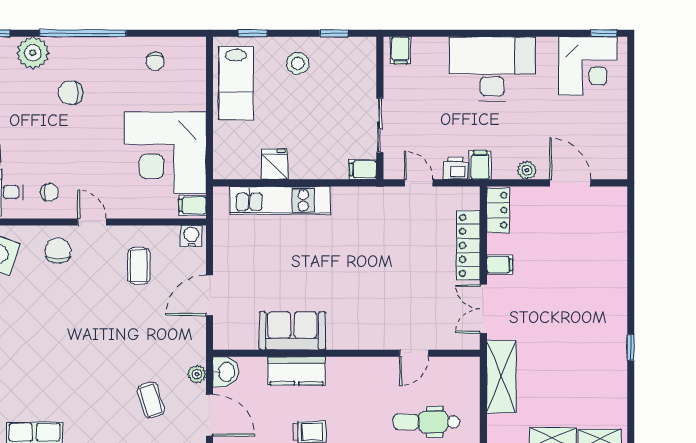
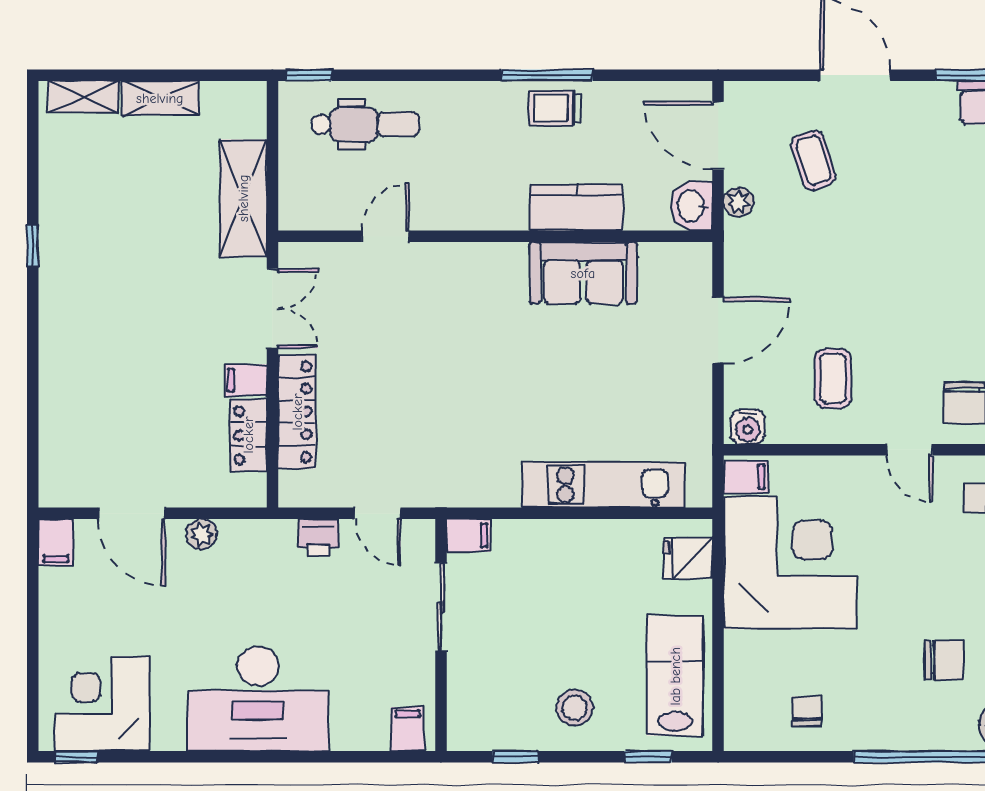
fridge: (275, 164) -> (688, 558), moved, turned 90
filing cabinet: (480, 165) -> (56, 542), moved
locker: (498, 210) -> (248, 435), moved

